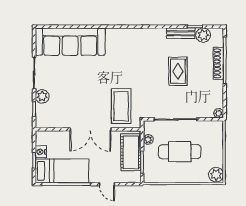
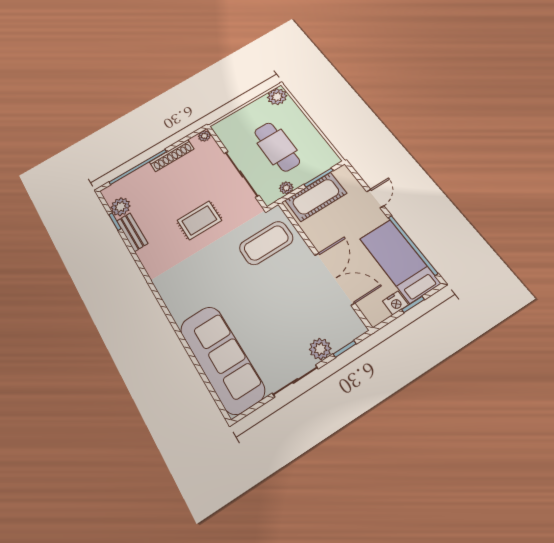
shoe rack: (218, 63) -> (172, 155), moved
rug: (178, 71) -> (199, 220), moved
double door: (90, 129) -> (334, 279), moved

